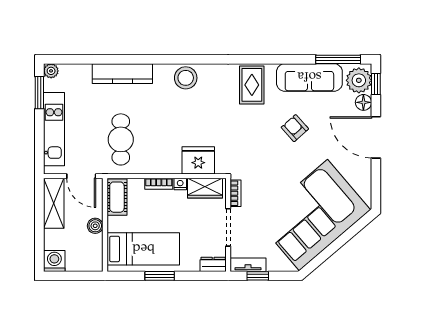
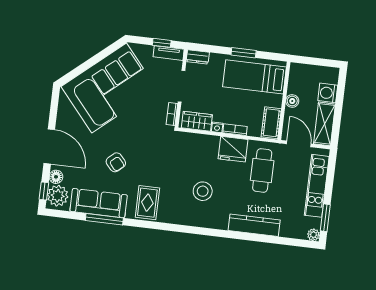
window: (338, 59) -> (104, 219), moved
stool: (186, 78) -> (203, 191), moved
fridge: (198, 160) -> (233, 149), moved
washing machine: (54, 261) -> (328, 93), moved, turned 90

